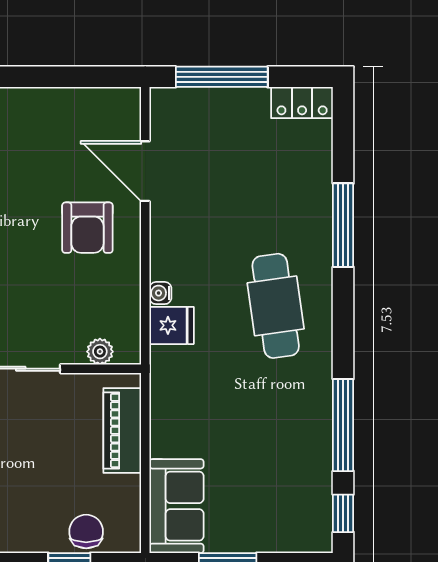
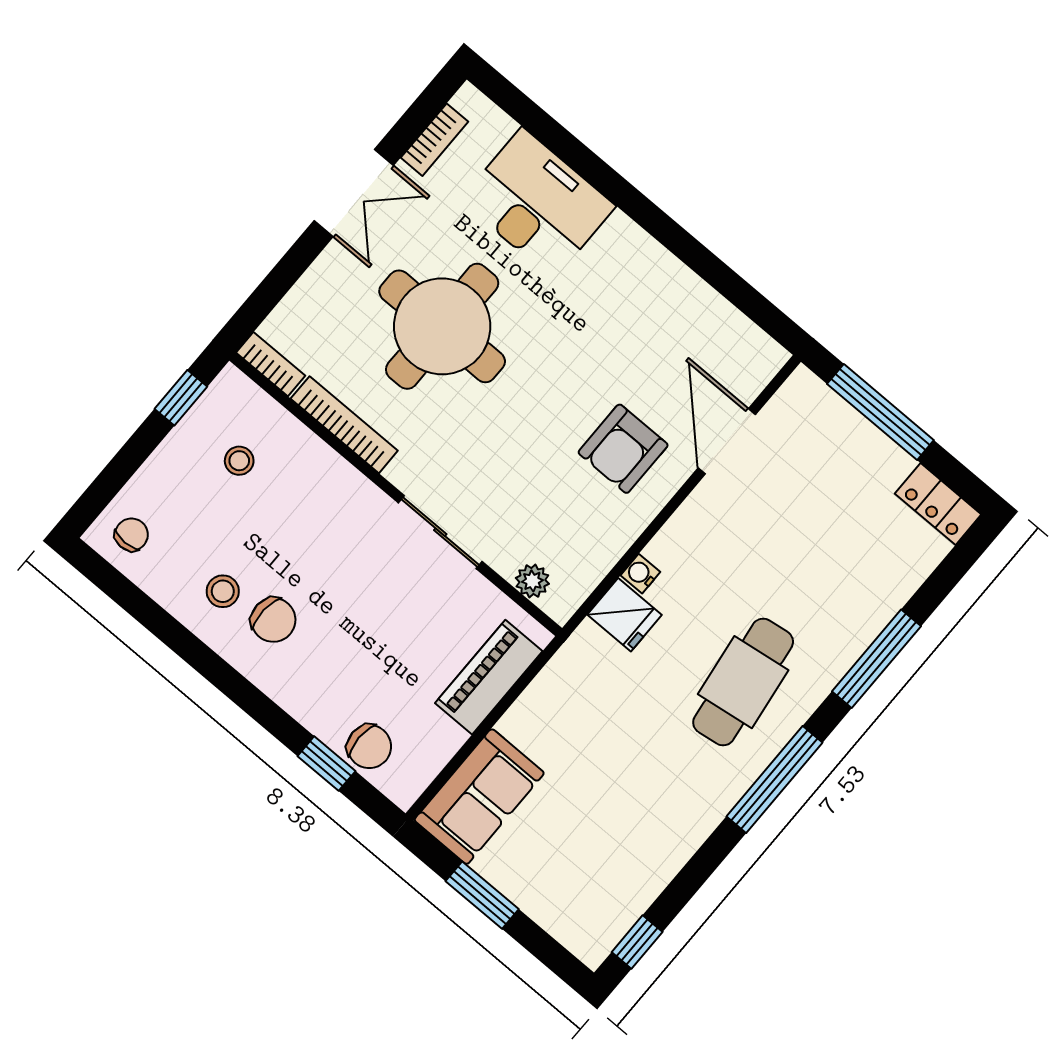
window: (343, 425) -> (774, 779), moved
chair: (86, 532) -> (369, 747), turned 90

